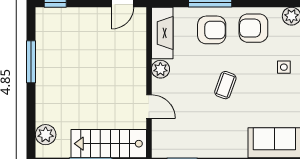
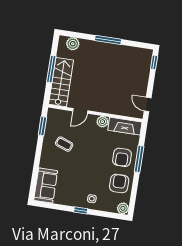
window: (31, 62) -> (108, 40), moved
coffee table: (225, 85) -> (64, 144), moved

